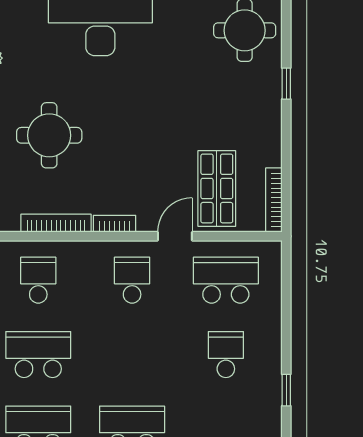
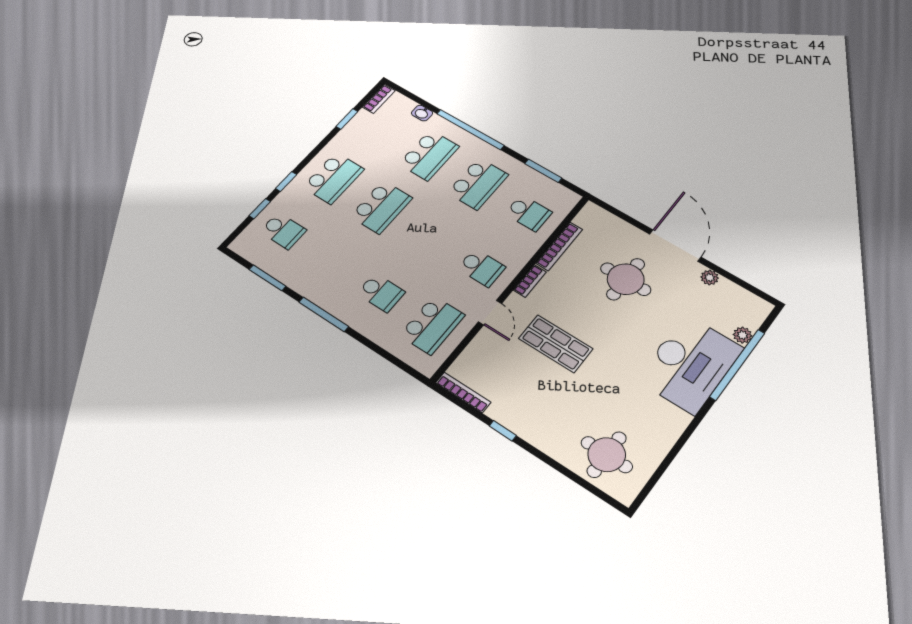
window: (286, 84) -> (503, 431), moved
shop shelf: (217, 188) -> (556, 344), moved
window: (286, 390) -> (324, 314), width x2.17

